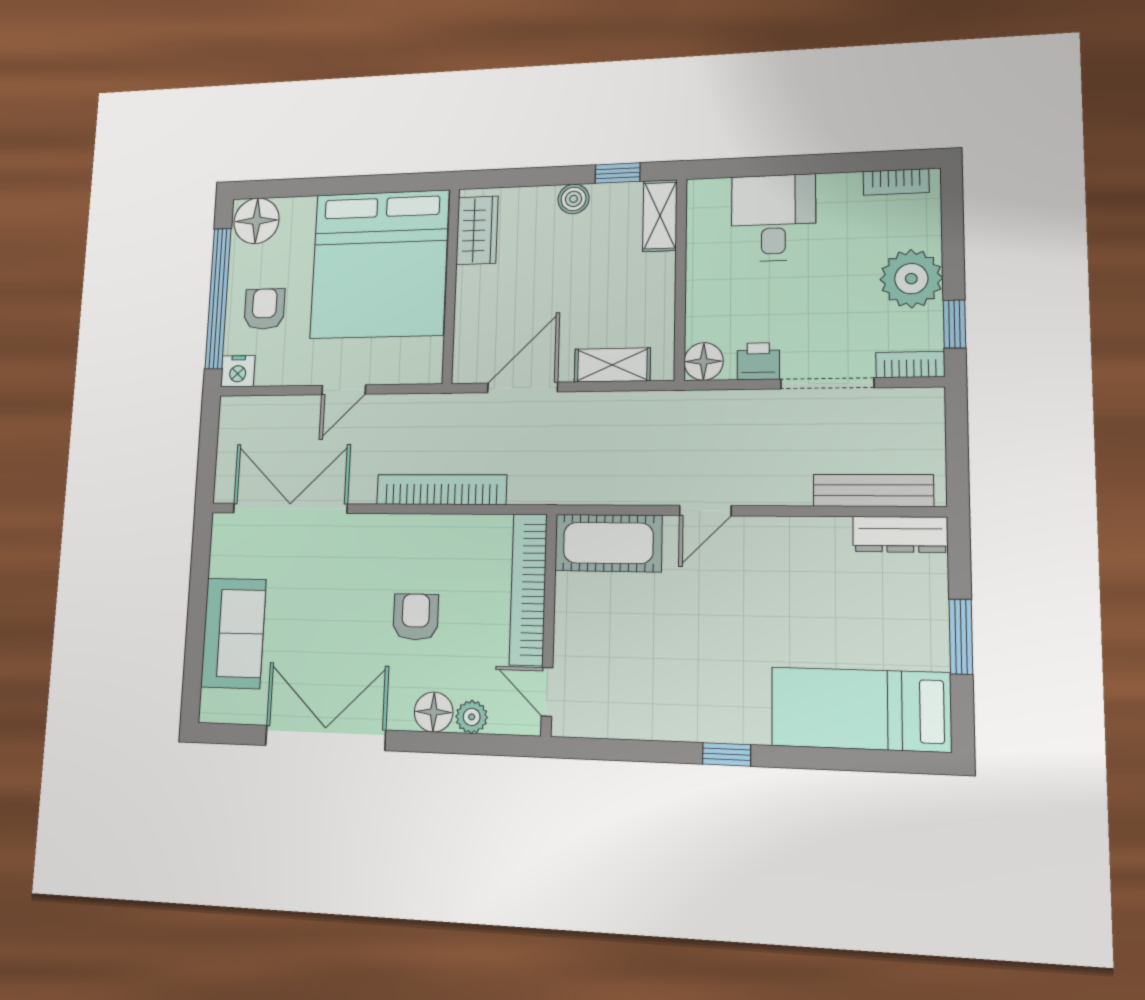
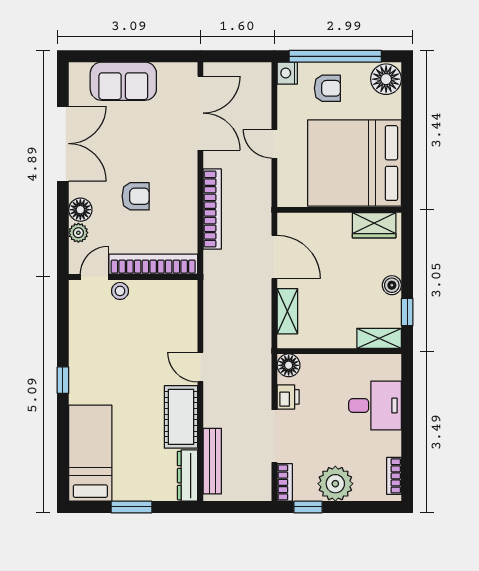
cot: (608, 543) -> (181, 417), moved
stool: (572, 647) -> (120, 291), added

